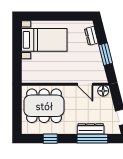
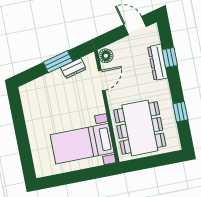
dresser: (91, 36) -> (73, 68), moved
bed with nightstands: (44, 40) -> (82, 144), moved, turned -90
window: (92, 139) -> (170, 58), width x0.46

